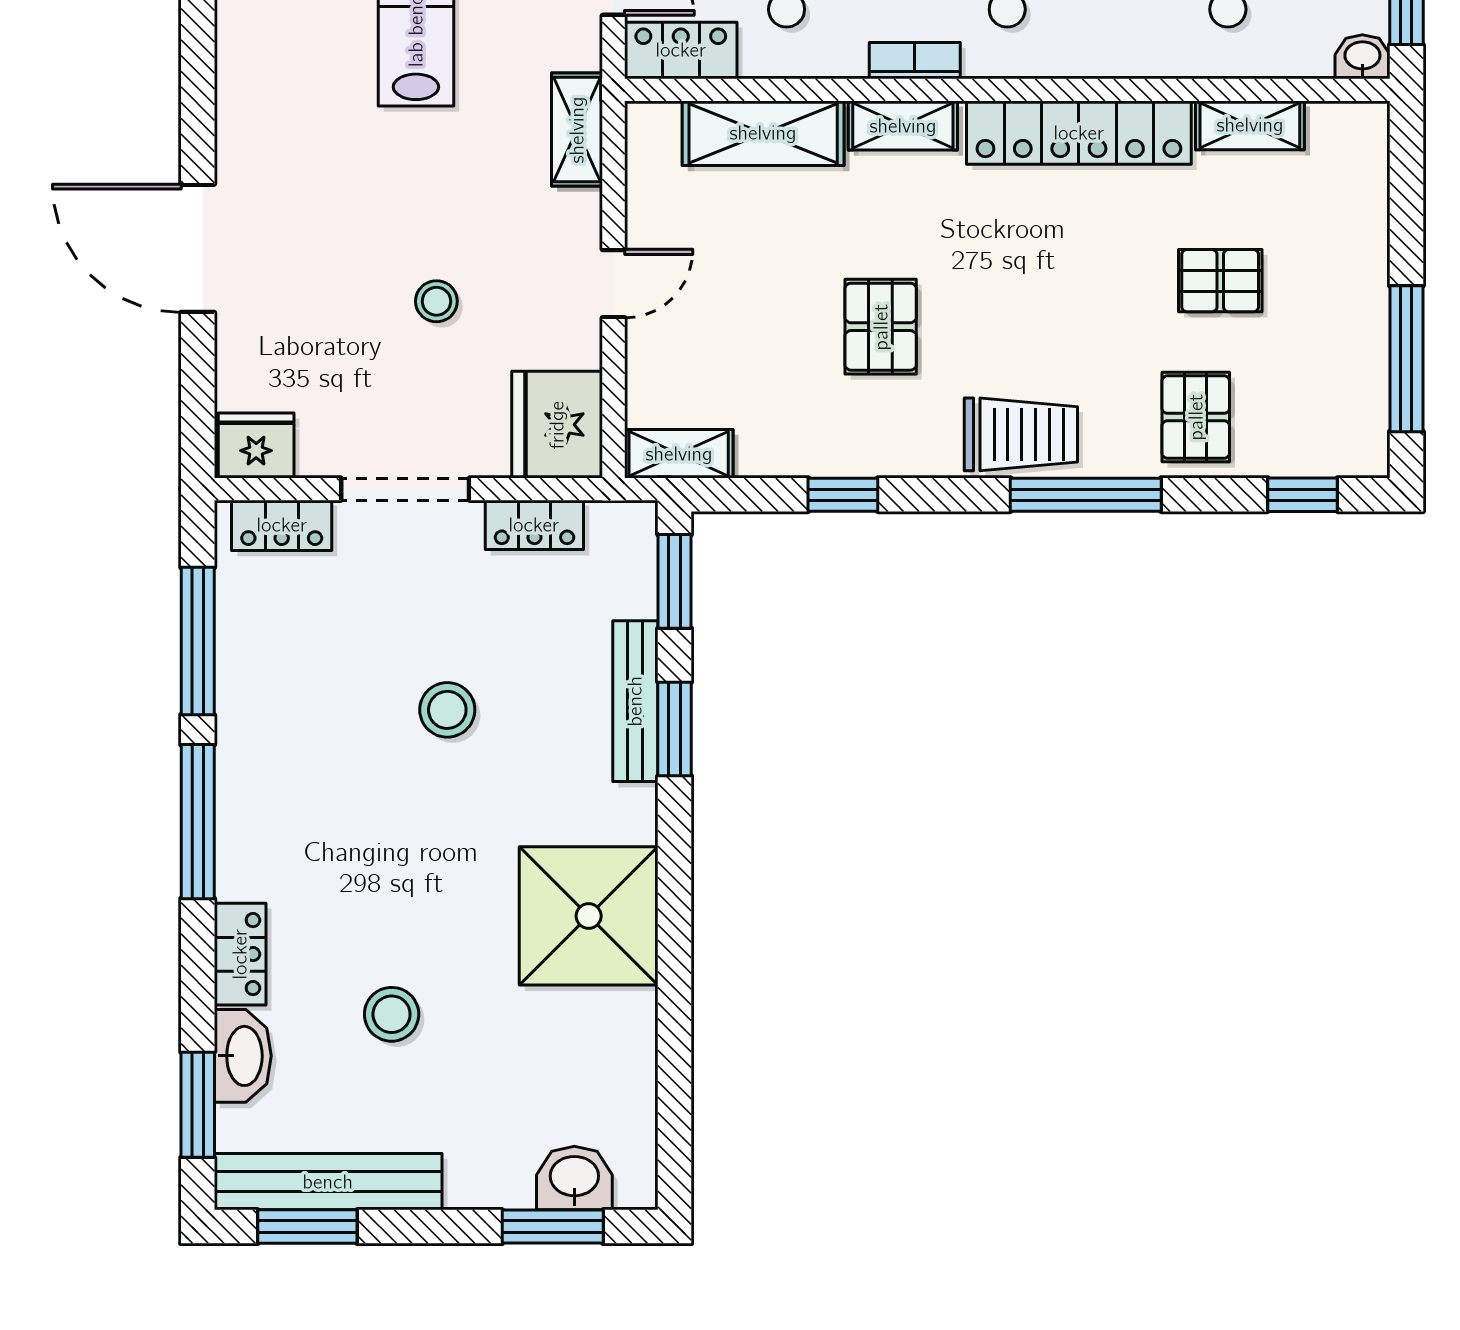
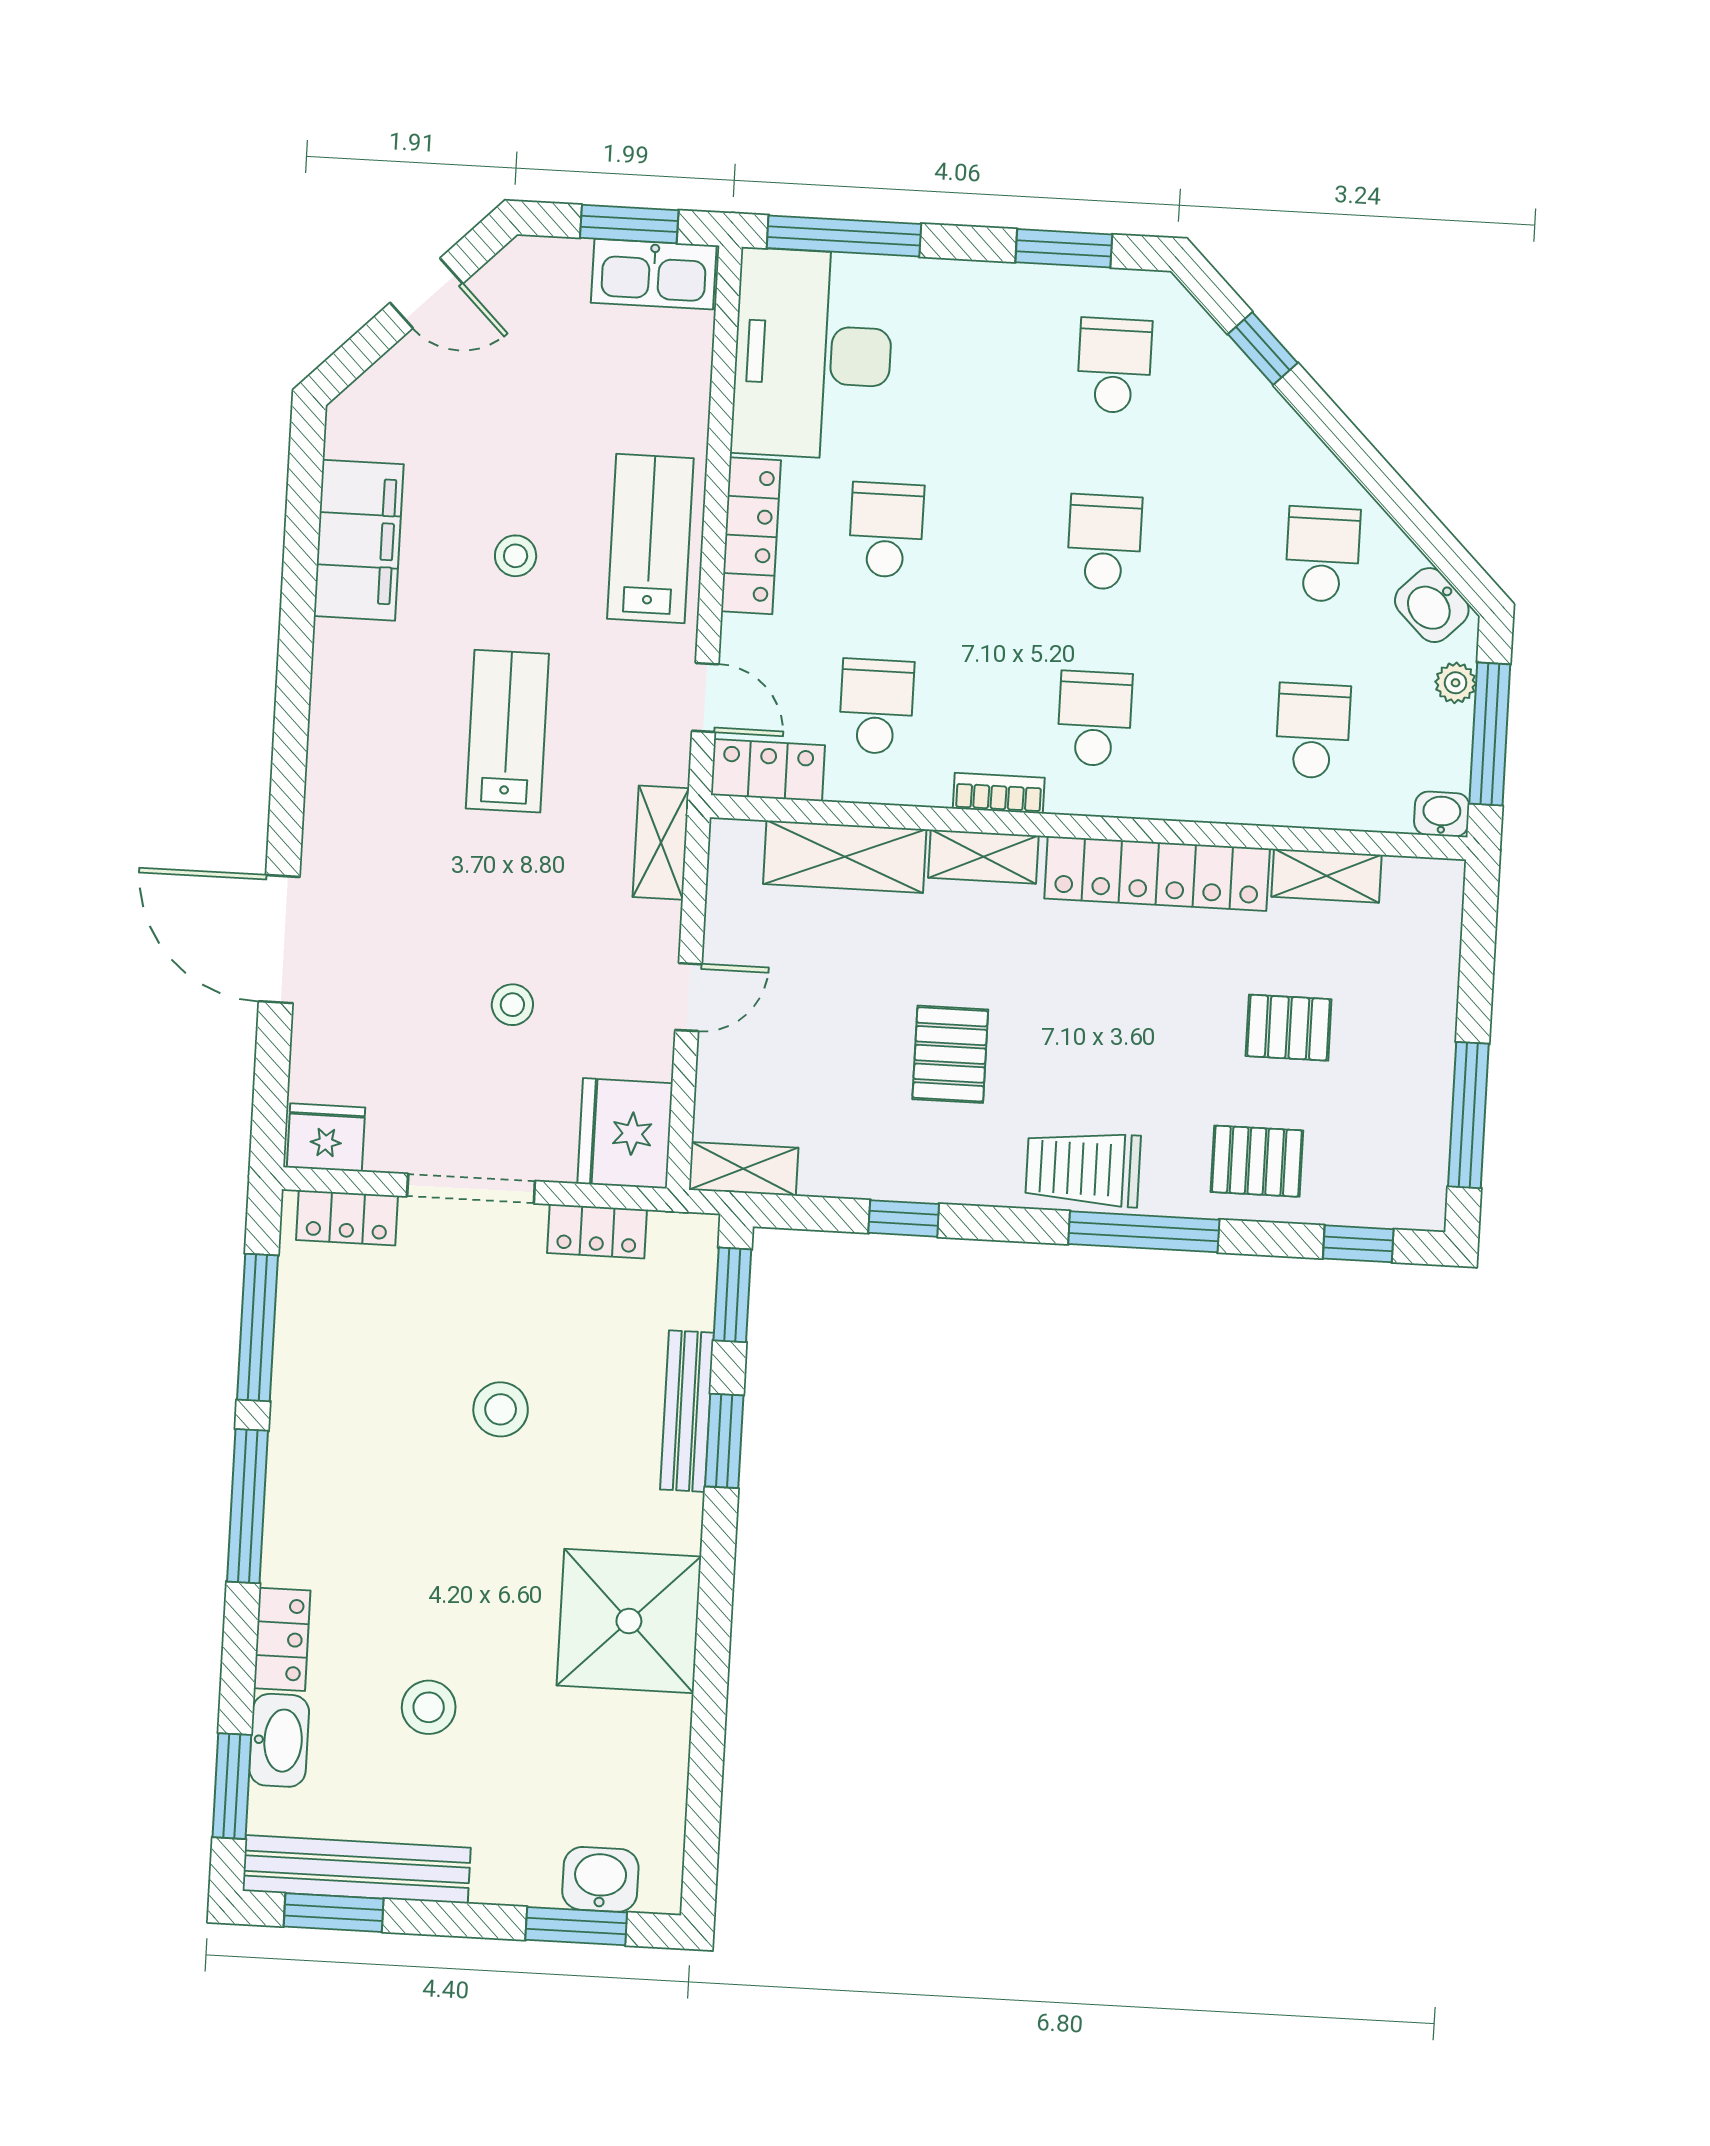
pallet: (1196, 417) -> (1257, 1161), turned 90
trolley: (1021, 434) -> (1083, 1169), turned 180

